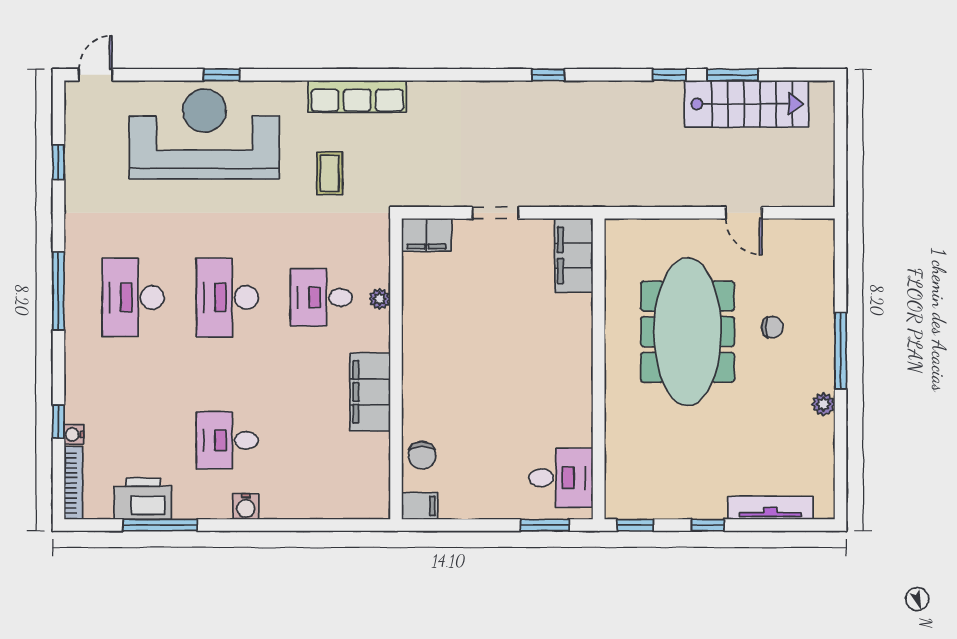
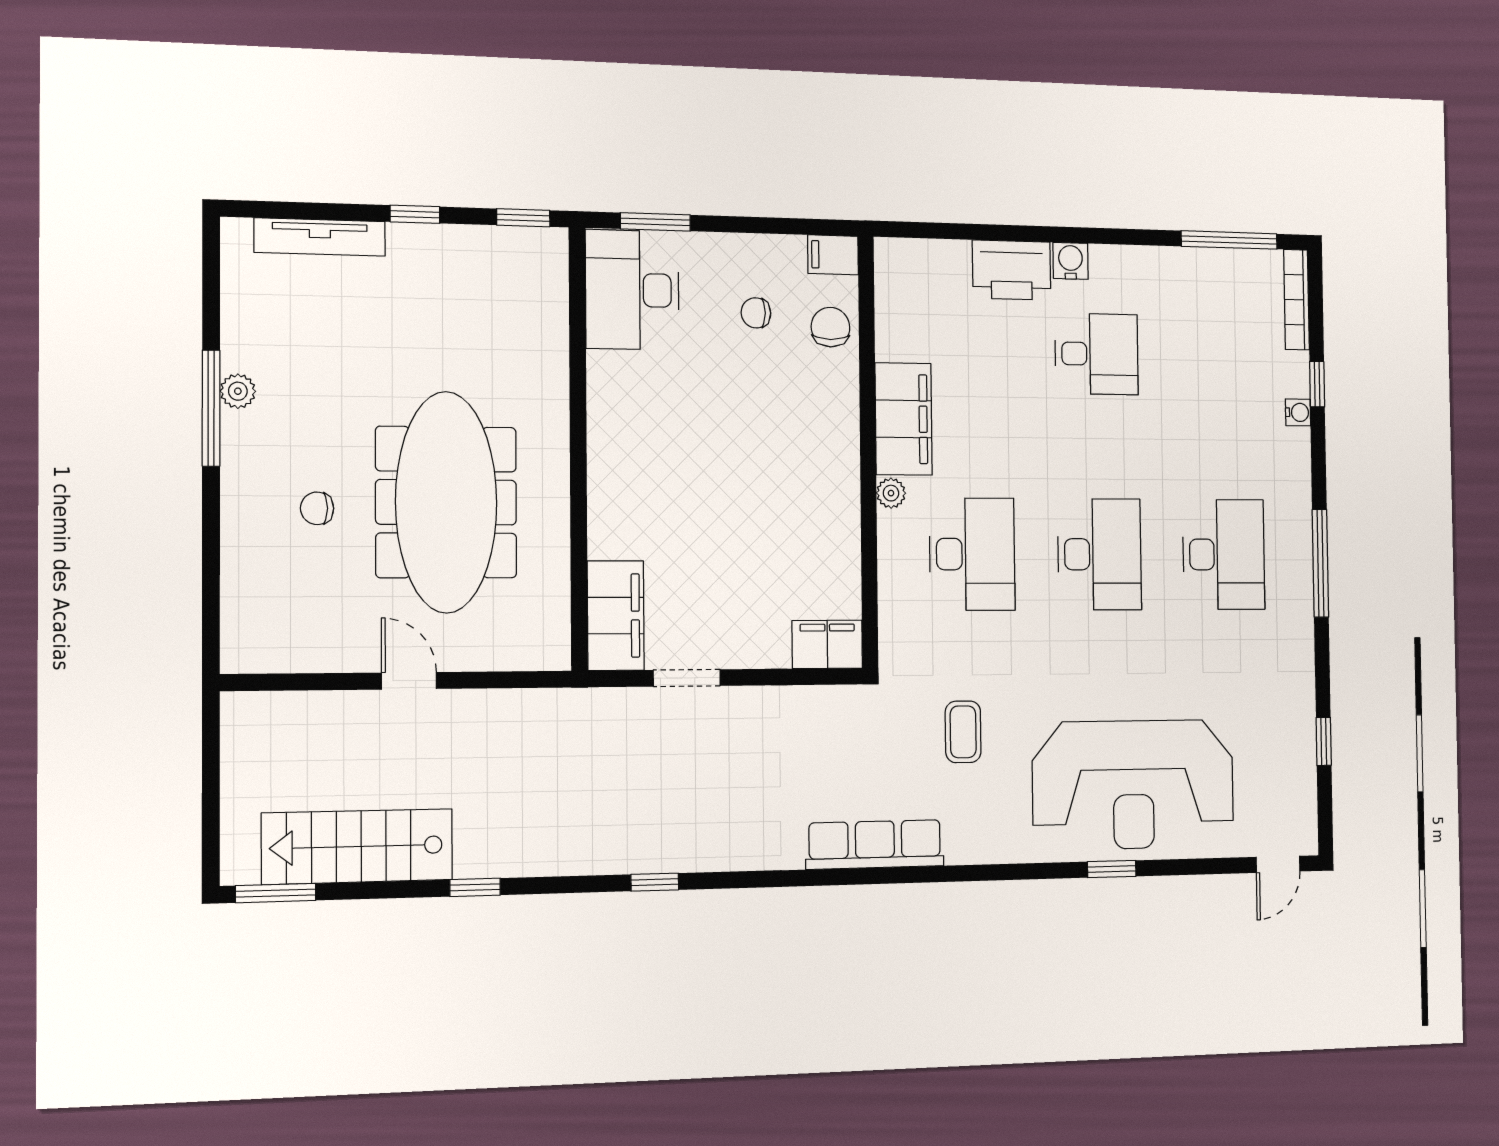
window: (733, 75) -> (276, 893), moved
row of seats: (357, 96) -> (875, 844), moved
doorway: (495, 213) -> (687, 678), moved
door: (744, 213) -> (409, 681), moved
desk: (321, 297) -> (972, 554), width x1.37
plant: (380, 299) -> (891, 493), moved
window: (841, 351) -> (211, 408), moved
water cooler: (74, 434) -> (1298, 412), moved
chair: (475, 464) -> (756, 313), added
desk: (561, 478) -> (632, 290), width x1.37
printer: (143, 499) -> (1012, 270), moved
window: (160, 525) -> (1229, 240), moved

